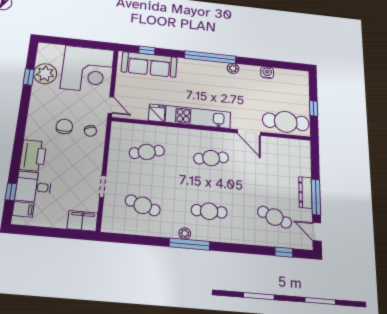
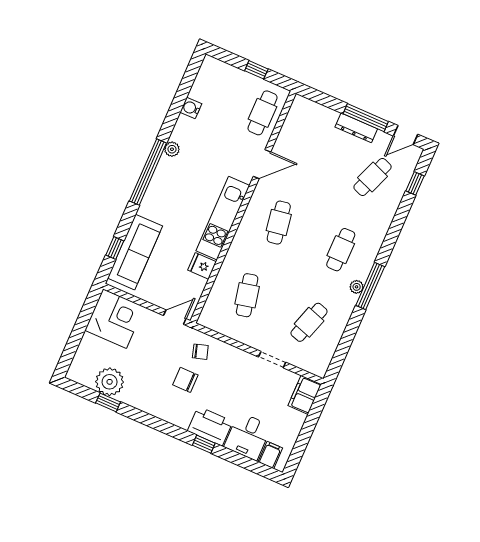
corner desk: (88, 69) -> (115, 319), width x0.74, depth x0.74
cafe table: (286, 122) -> (263, 113), width x0.73, depth x0.74
window: (11, 192) -> (204, 444), moved

